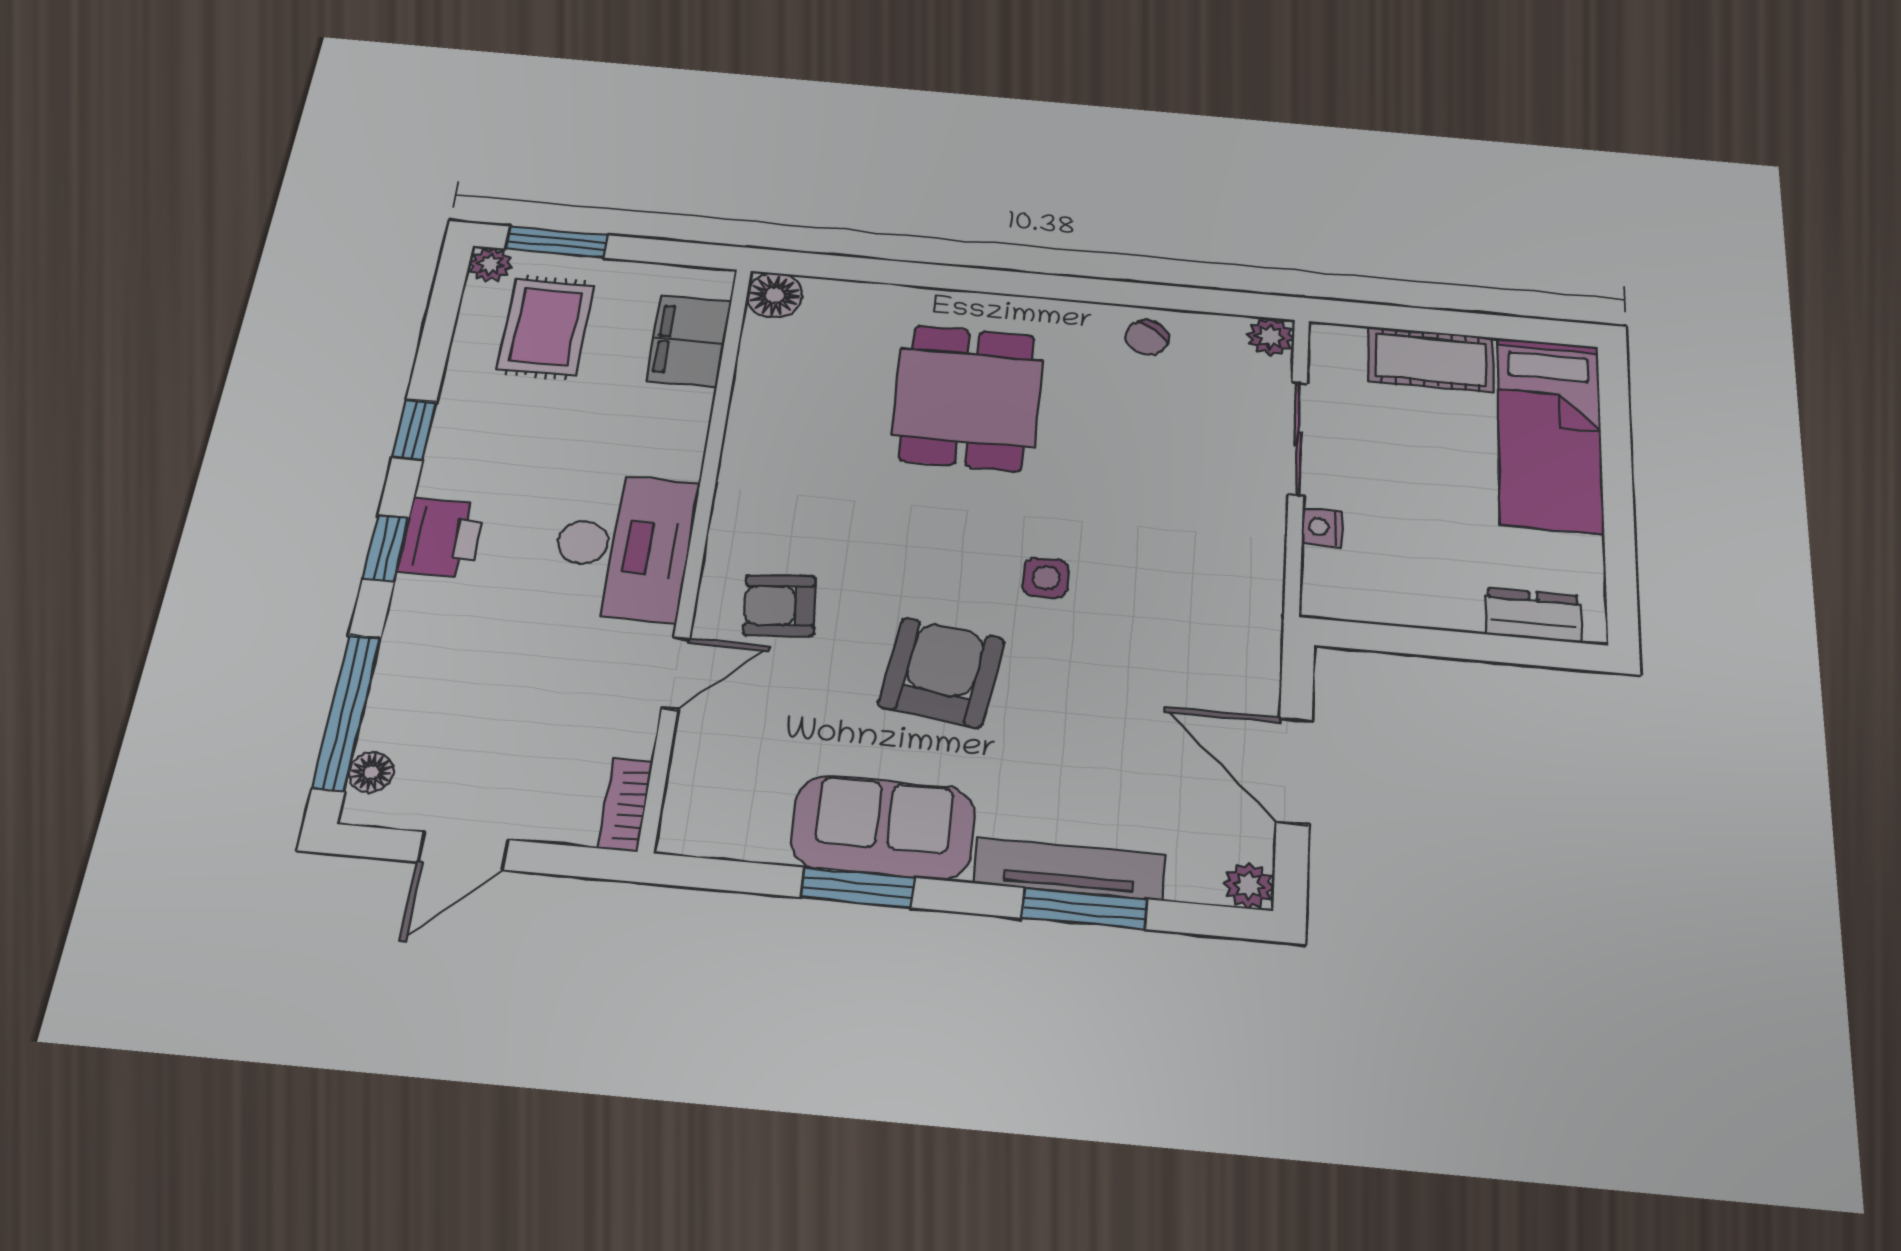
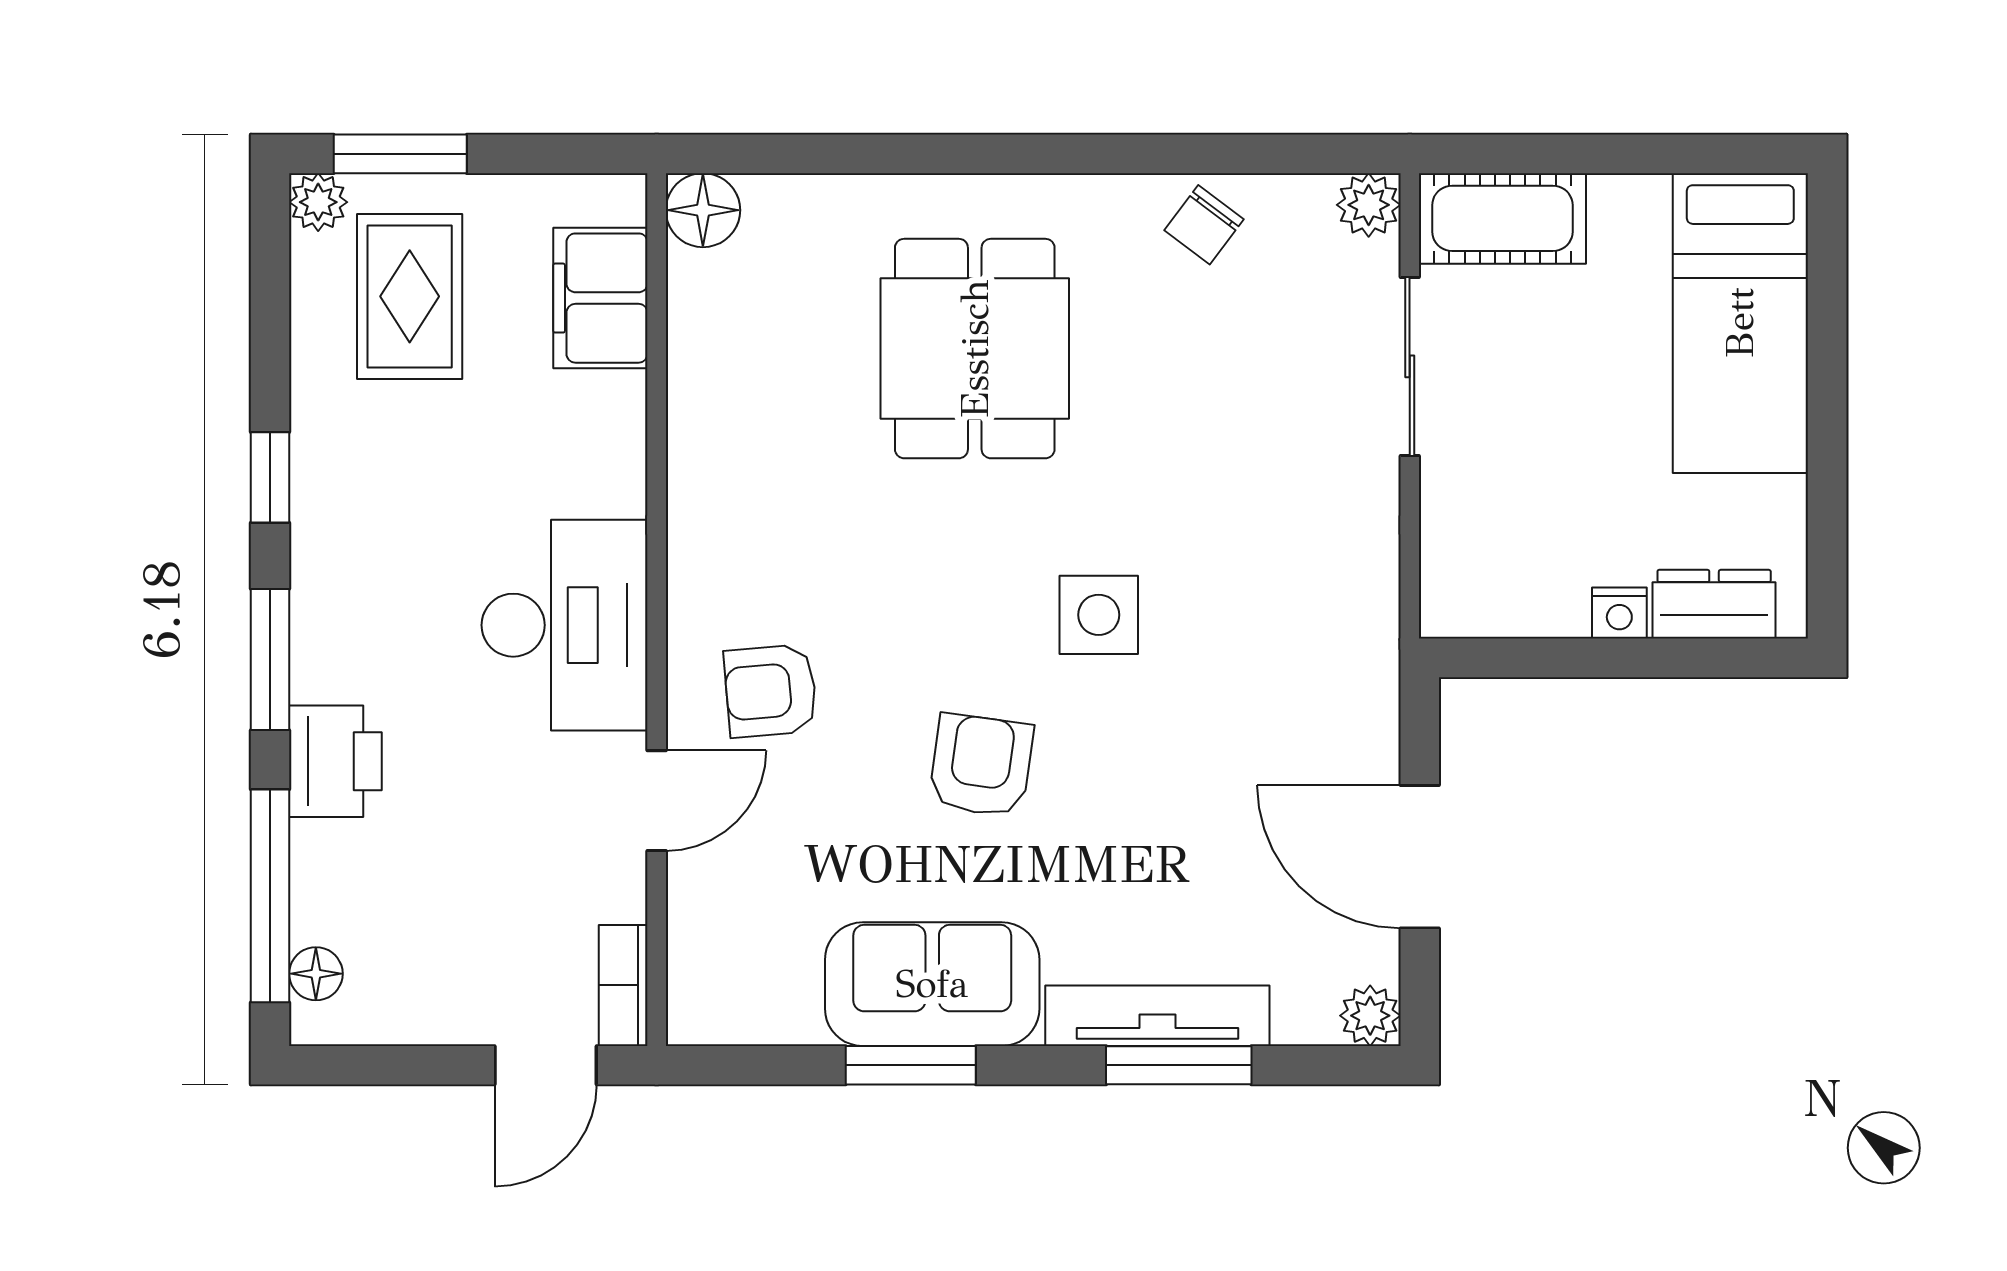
cot: (1431, 359) -> (1502, 218), moved
nightstand: (1322, 527) -> (1619, 613), moved, turned -90
printer: (441, 538) -> (335, 761), moved
window: (386, 548) -> (270, 660), width x1.50
side table: (1046, 578) -> (1099, 615), width x1.37, depth x1.37
armchair: (942, 673) -> (981, 765), width x0.72, depth x0.72
door: (463, 851) -> (546, 1065), moved

